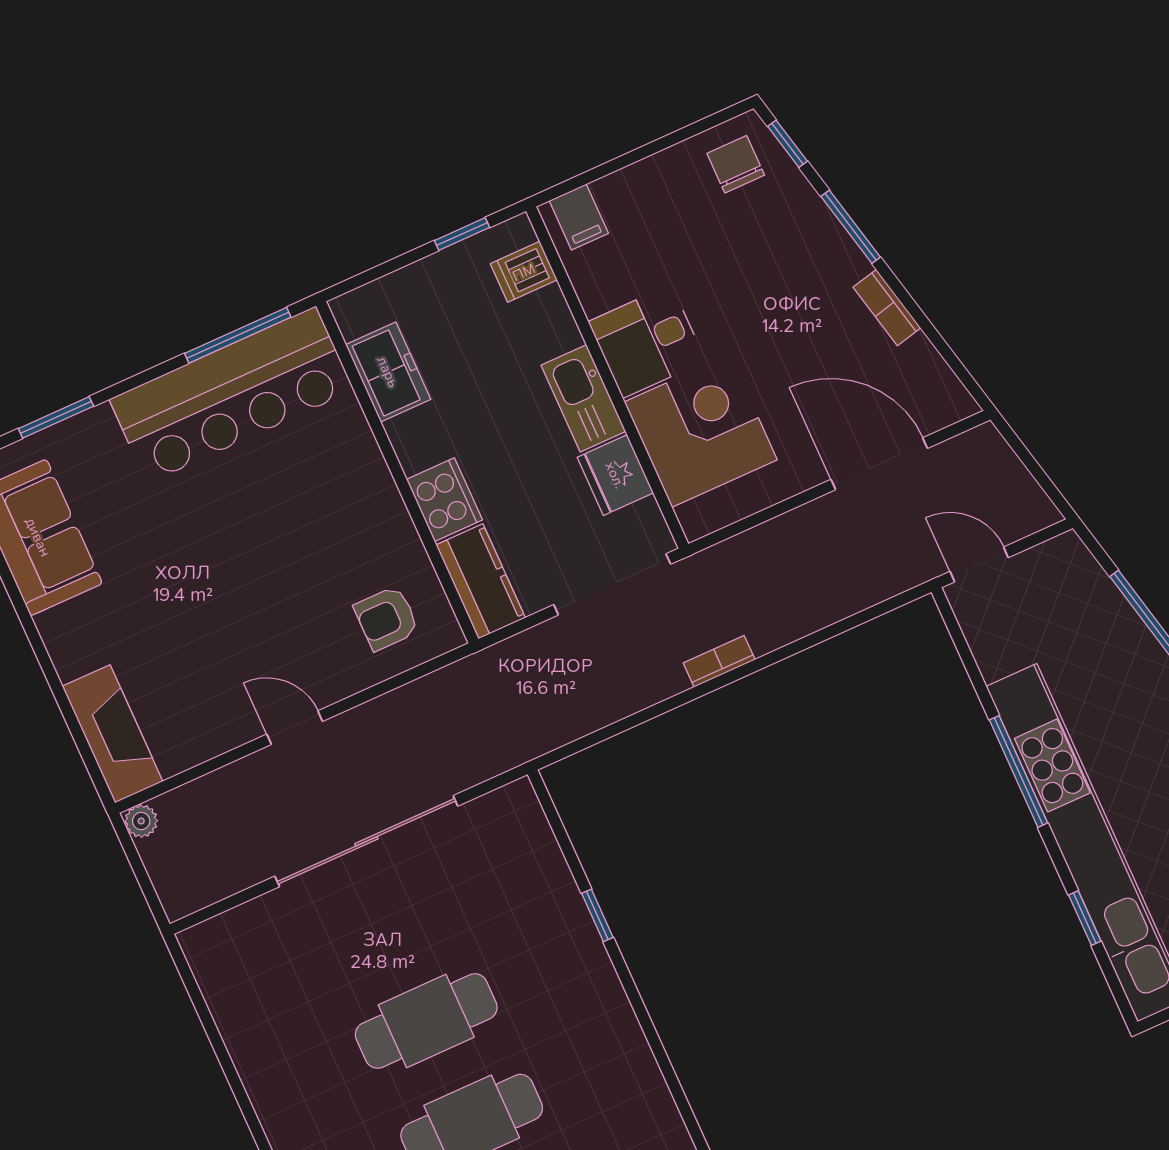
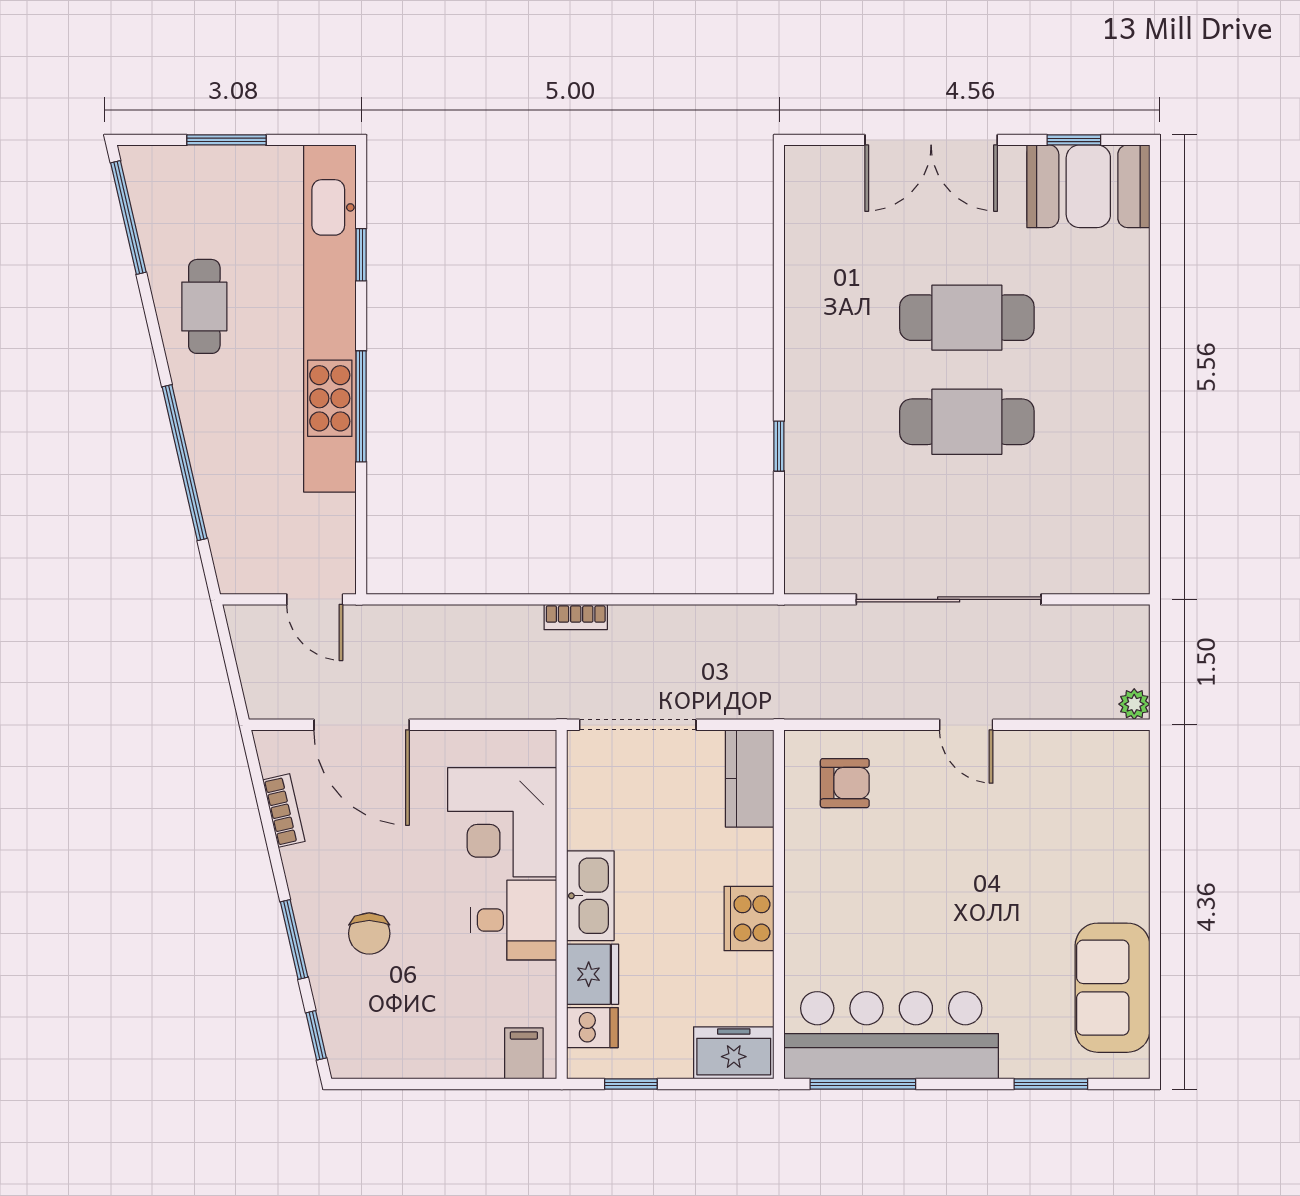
chair: (736, 164) -> (369, 933), moved
bookcase: (887, 308) -> (284, 811), moved
freezer: (388, 372) -> (734, 1053), moved, turned 90
fridge: (615, 475) -> (593, 974), moved
cooker: (444, 500) -> (749, 918), moved
fireplace: (113, 734) -> (1125, 790), removed

